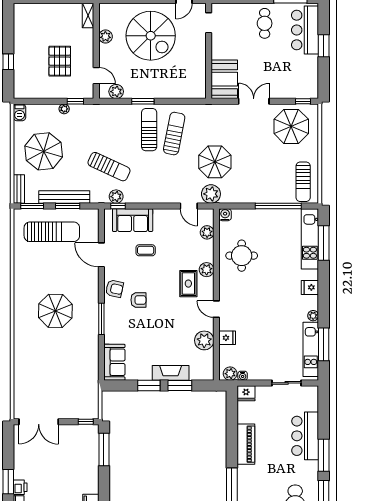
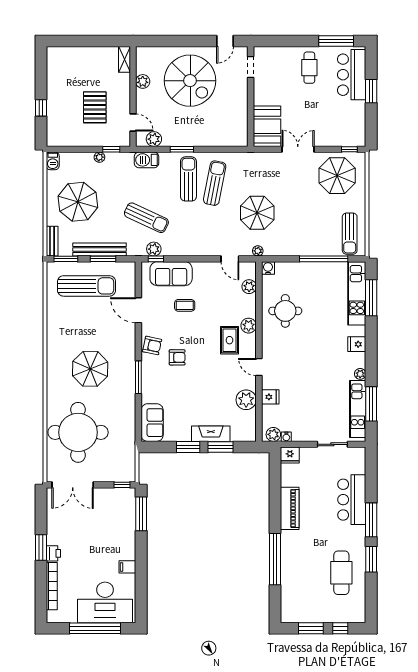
barbecue: (109, 111) -> (146, 160), added
plant: (211, 194) -> (258, 251), width x0.53, depth x0.53
round table: (44, 372) -> (78, 432), added

